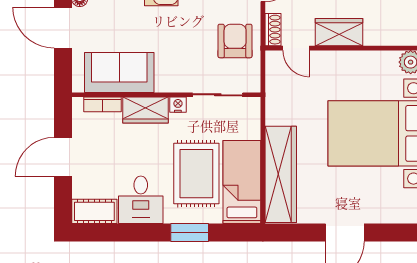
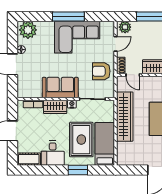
armchair: (235, 41) -> (101, 71), turned -90
sofa: (119, 73) -> (60, 88), moved
wardrobe: (281, 174) -> (125, 117), moved

